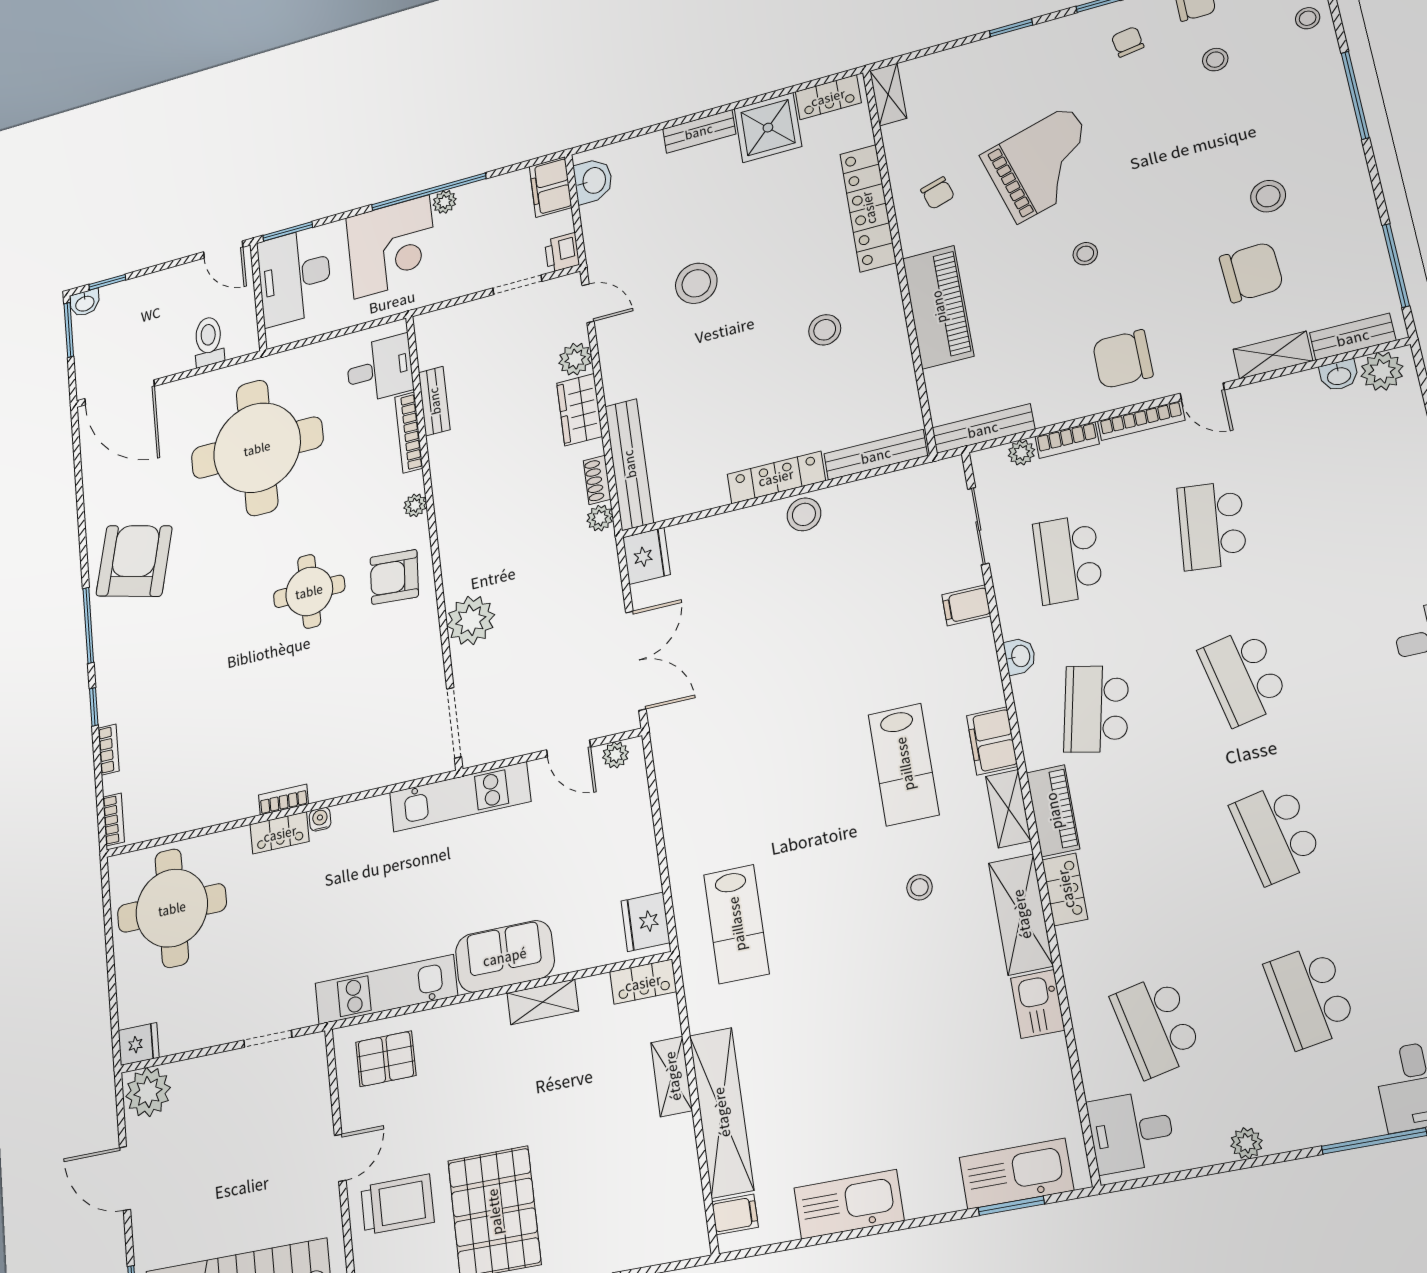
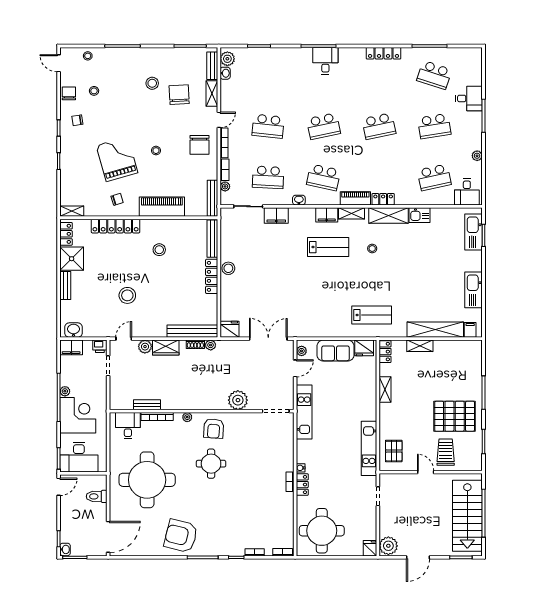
filing cabinet: (966, 605) -> (276, 215), width x2.00
sofa: (505, 956) -> (335, 351), moved, turned -90

